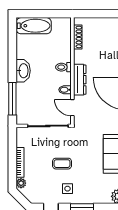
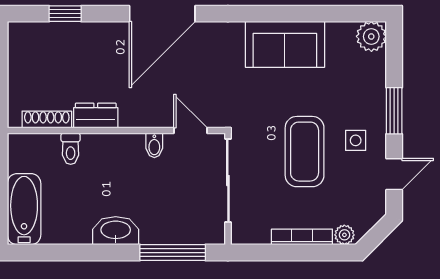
toilet: (63, 67) -> (71, 149), moved
dresser: (80, 80) -> (96, 115), moved, width x0.70
door: (72, 108) -> (191, 130), swing flipped
coffee table: (62, 164) -> (305, 152), width x1.86, depth x1.72

